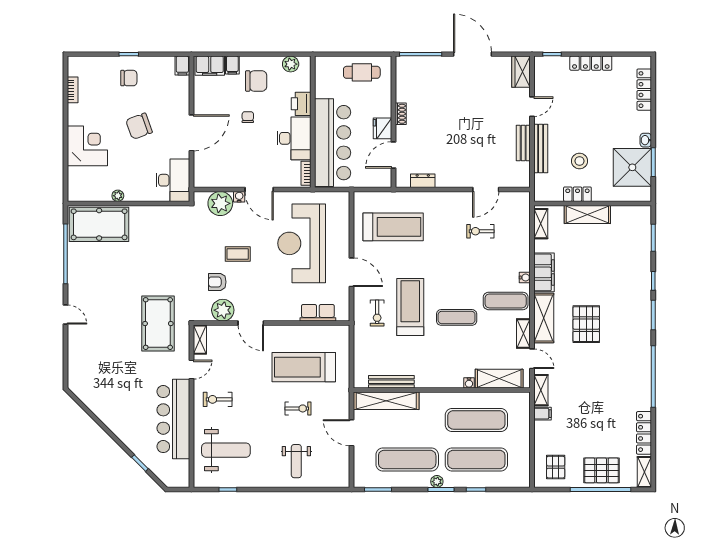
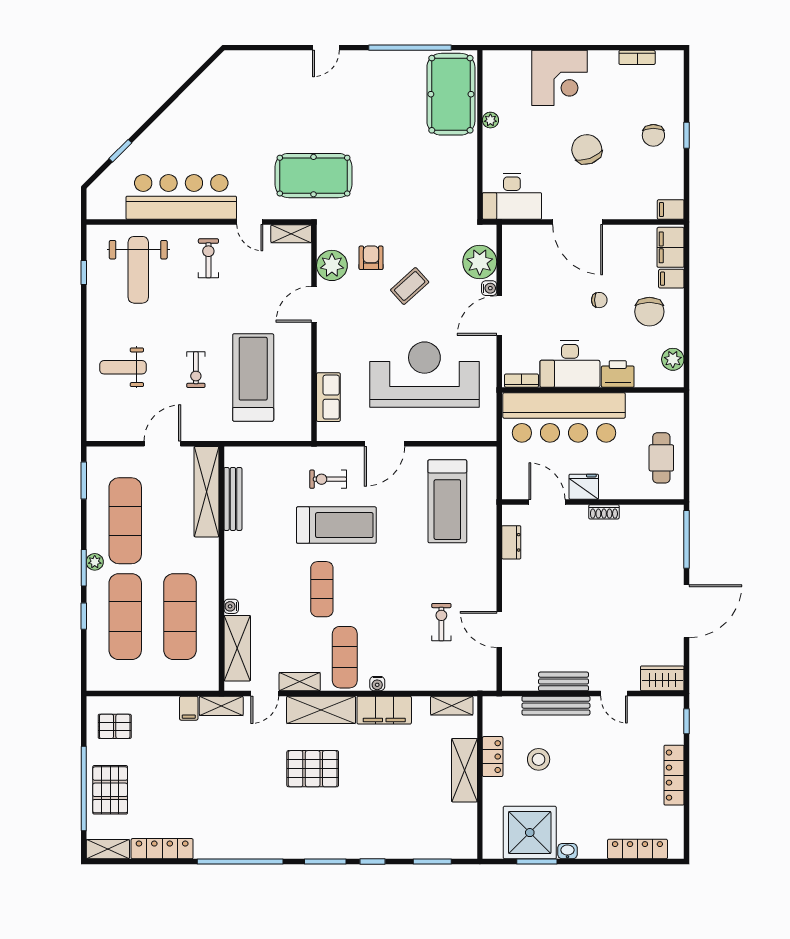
coffee table: (238, 254) -> (410, 286), turned 48

